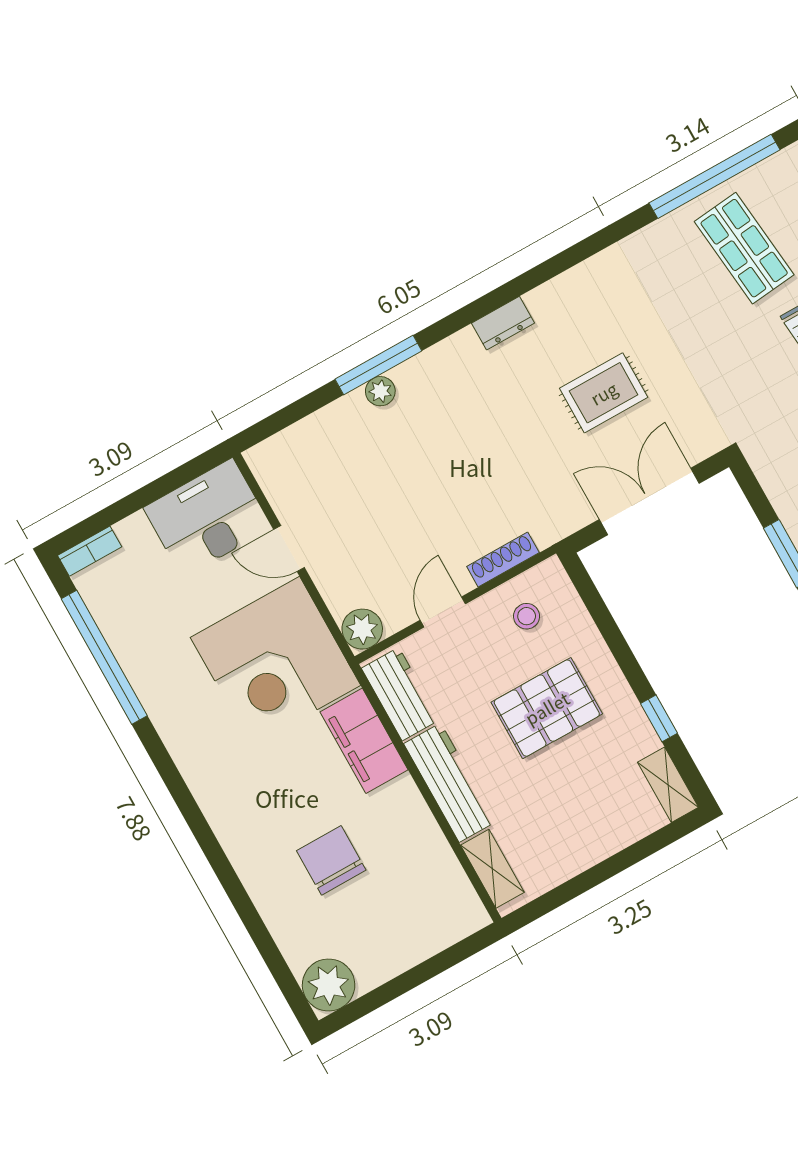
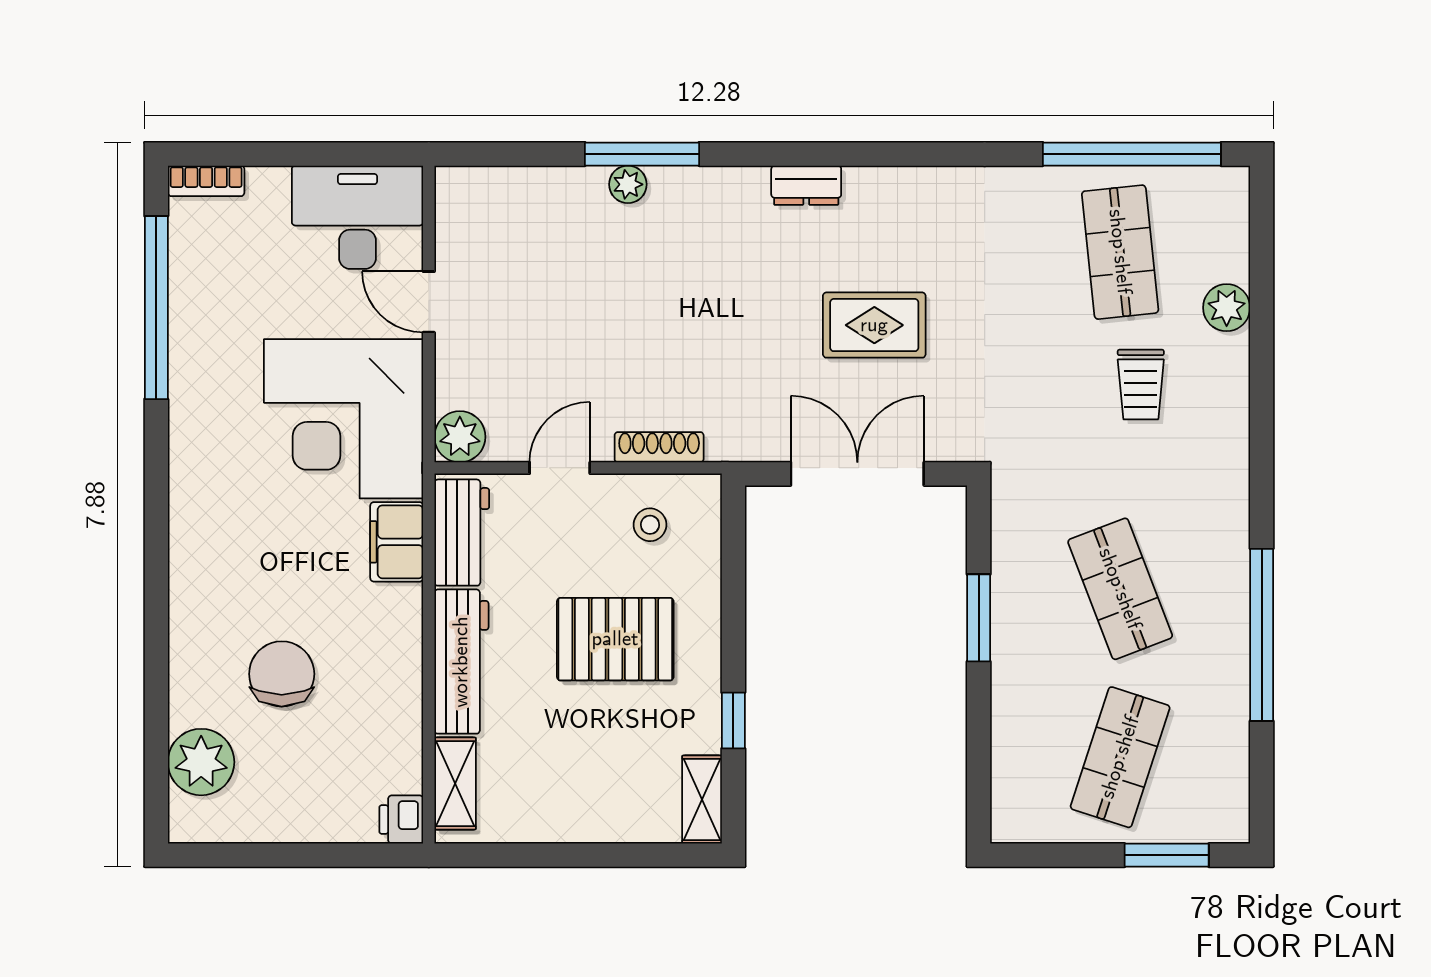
filing cabinet: (364, 741) -> (397, 542), width x0.67, depth x0.86
printer: (469, 914) -> (401, 819), added
plant: (329, 985) -> (201, 762), moved

